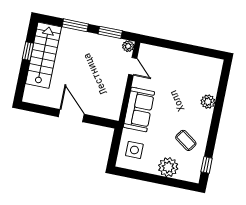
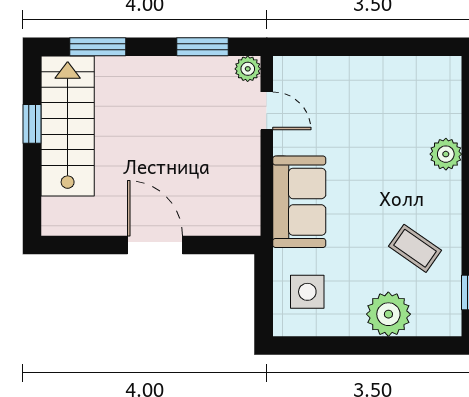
window: (75, 25) -> (98, 47), moved

